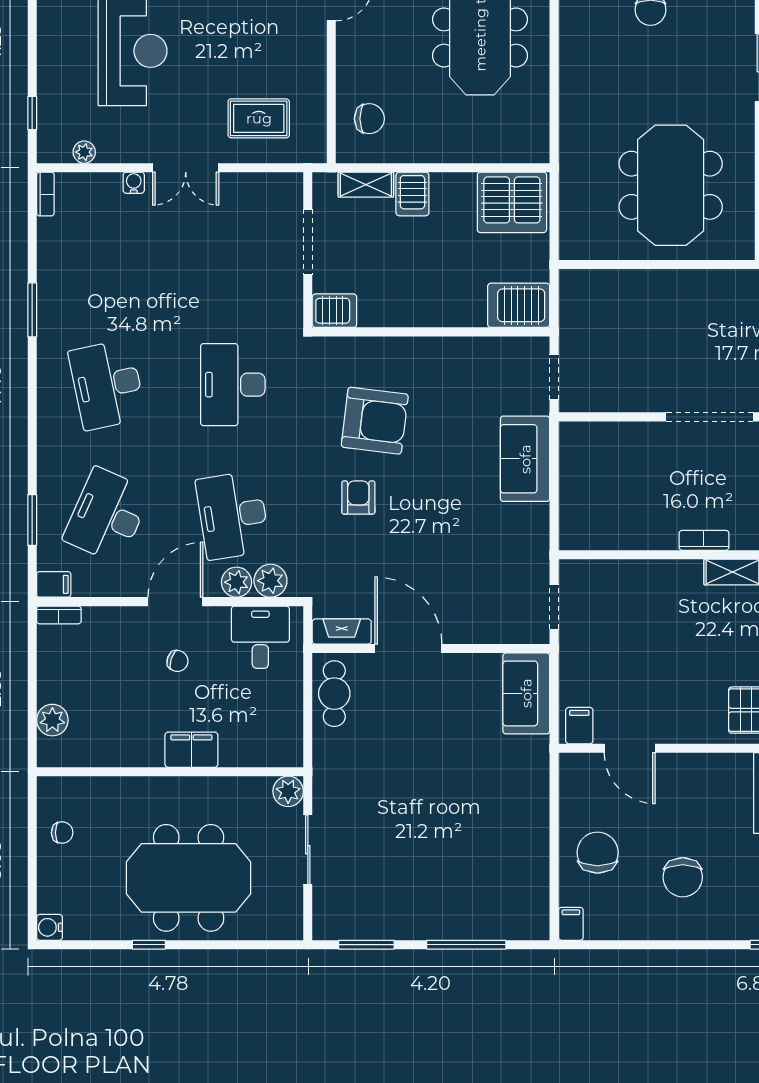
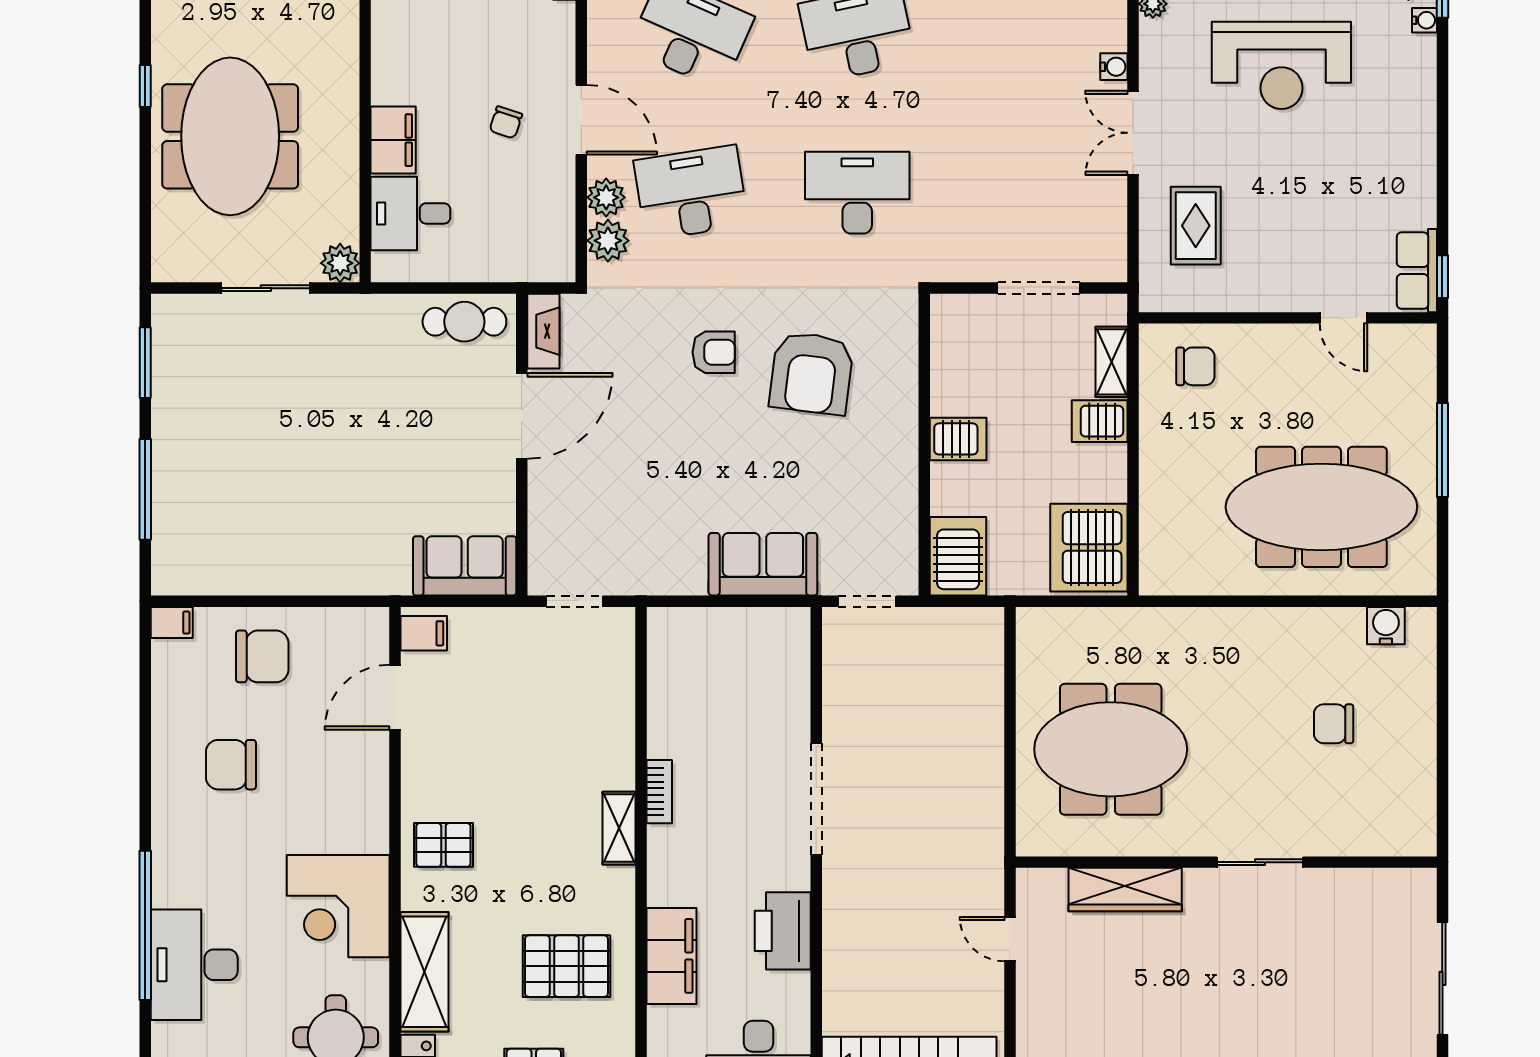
chair: (369, 119) -> (1195, 366), turned -90
server rack: (334, 311) -> (958, 439), moved, turned -90
desk: (260, 637) -> (410, 213), moved, turned 180

